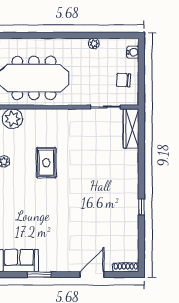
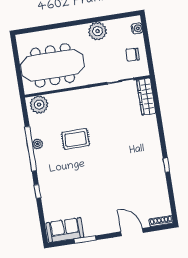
plant: (94, 43) -> (97, 31), width x1.87, depth x1.87
rug: (46, 163) -> (75, 139), turned 90
door: (92, 275) -> (132, 232), hinge flipped

